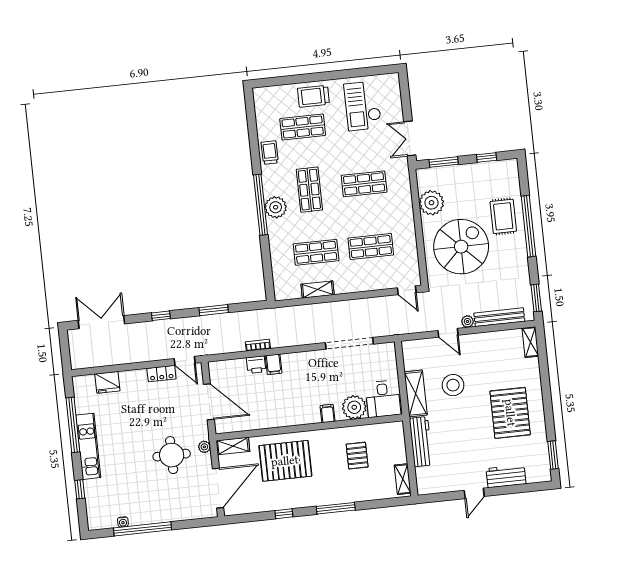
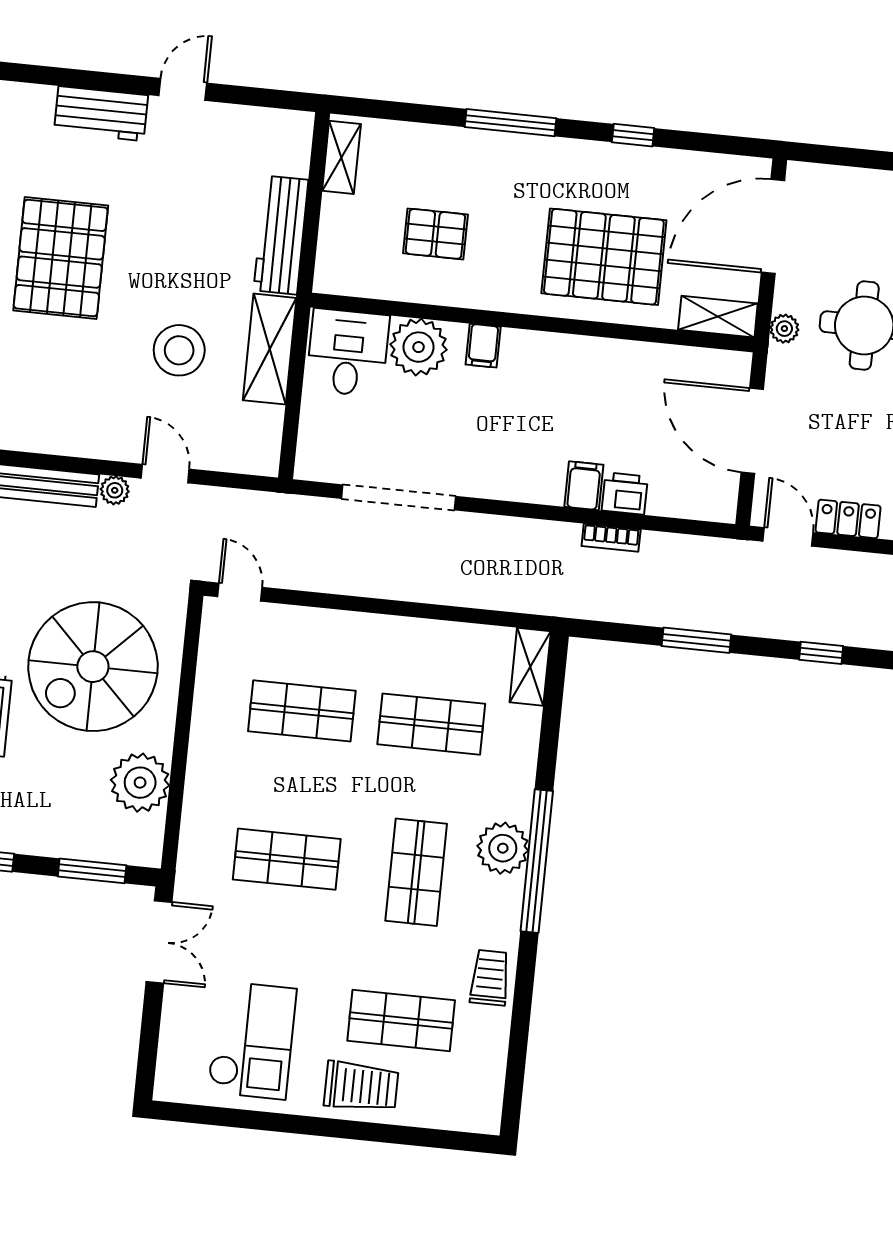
trolley: (270, 152) -> (490, 978), turned 180
shelving: (318, 289) -> (530, 667), moved, turned 90
pallet: (357, 456) -> (435, 234), turned 90

